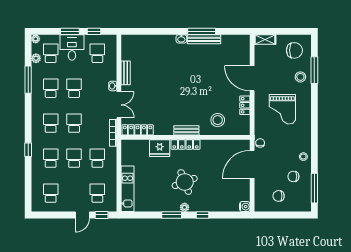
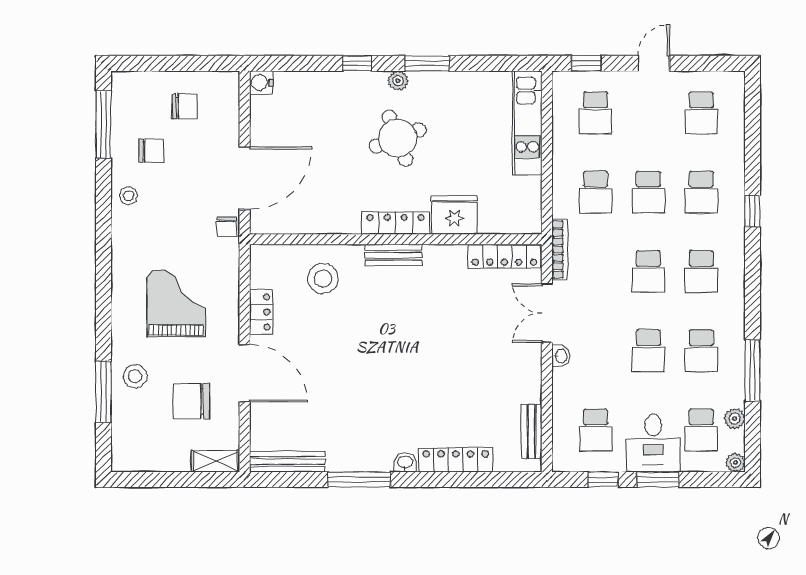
bench: (204, 39) -> (287, 462), moved
locker: (159, 40) -> (456, 460), added
chair: (294, 50) -> (192, 401), moved
bench: (126, 73) -> (532, 432), moved
door: (82, 215) -> (654, 63), moved

